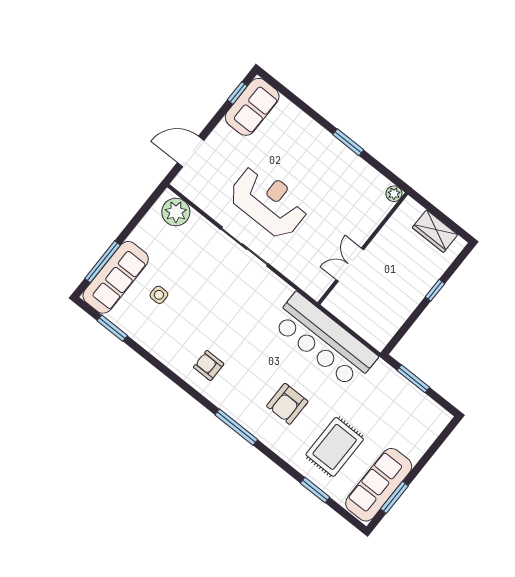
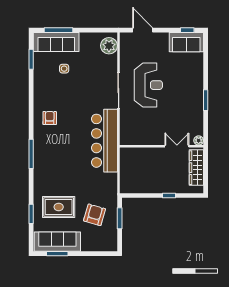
wardrobe: (435, 231) -> (196, 168), width x1.50
double door: (350, 265) -> (177, 146), moved
bar counter: (324, 340) -> (104, 141), moved
armchair: (287, 404) -> (95, 215), moved, turned 106

